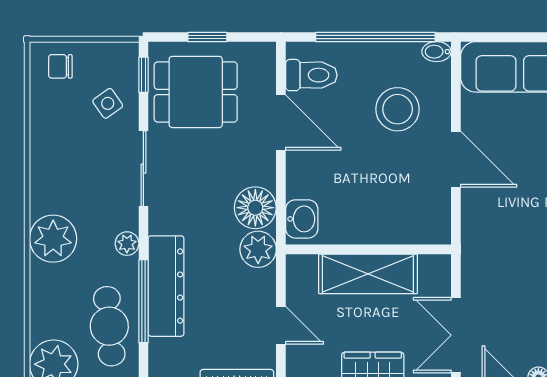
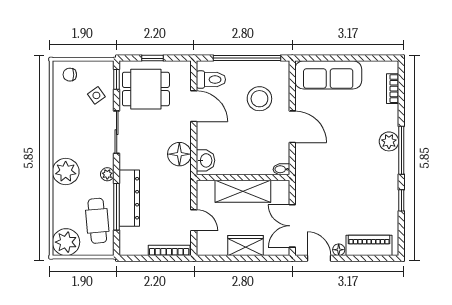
bidet: (436, 52) -> (281, 169), moved
plant: (258, 249) -> (181, 178), removed

